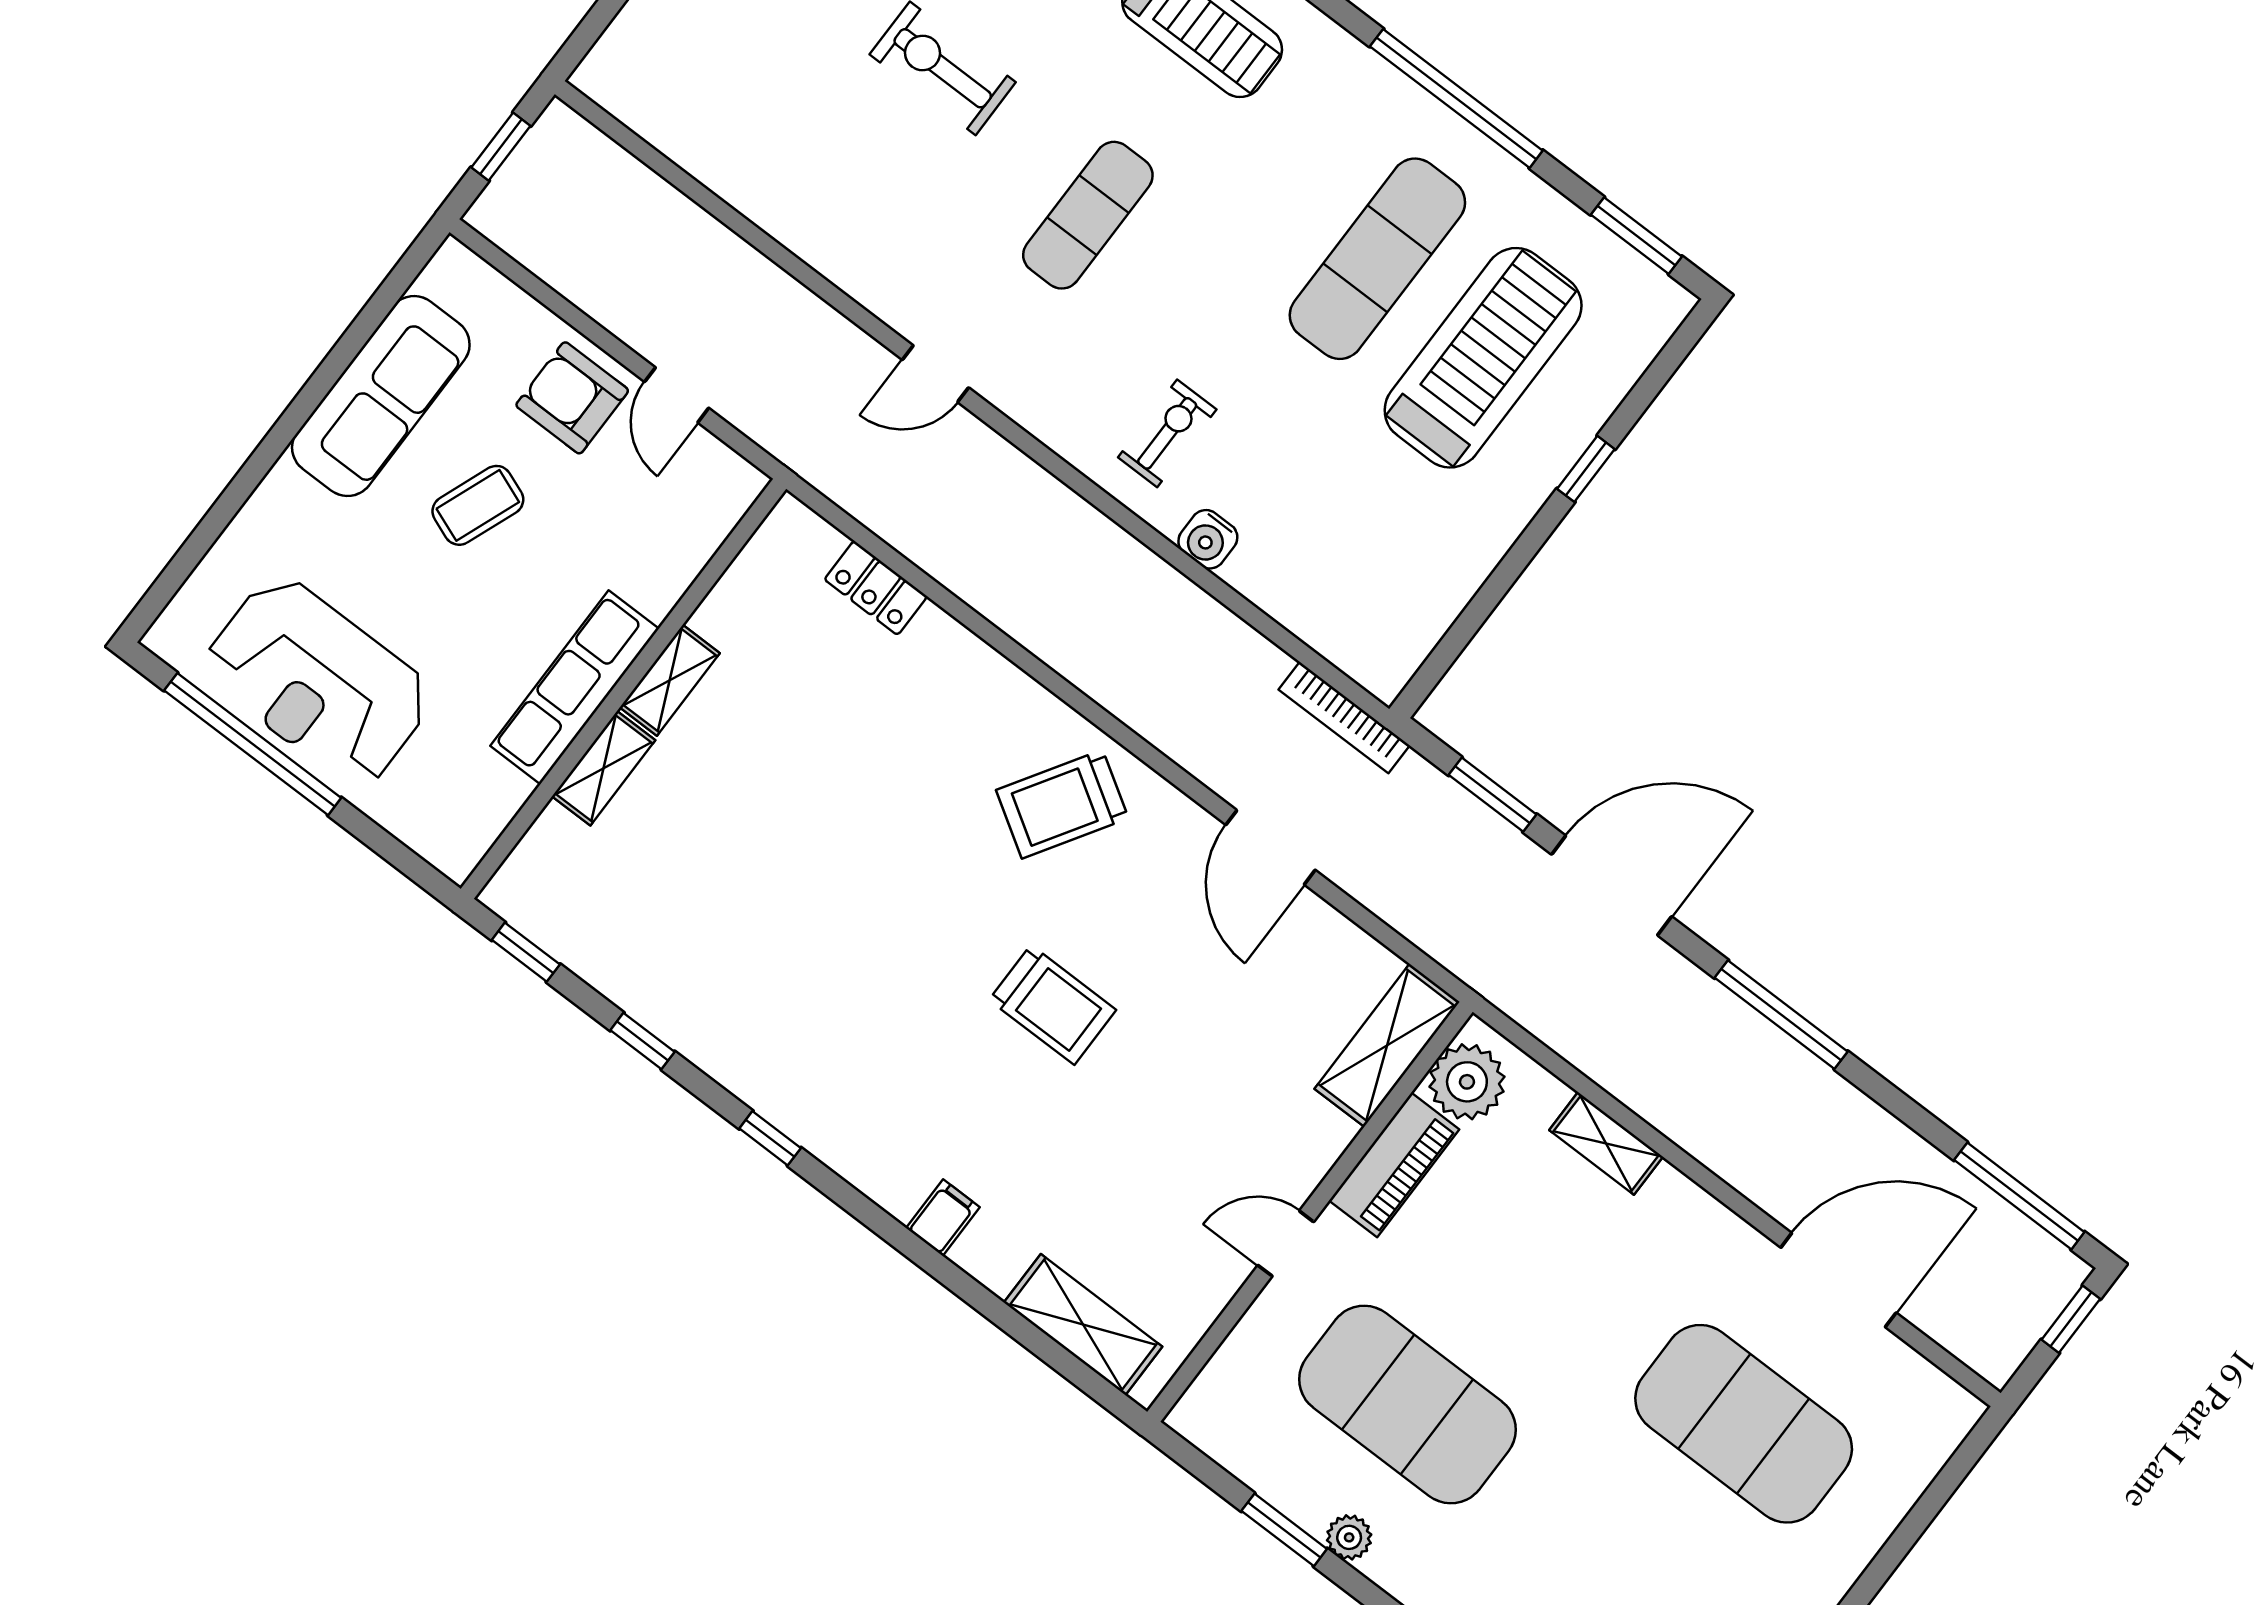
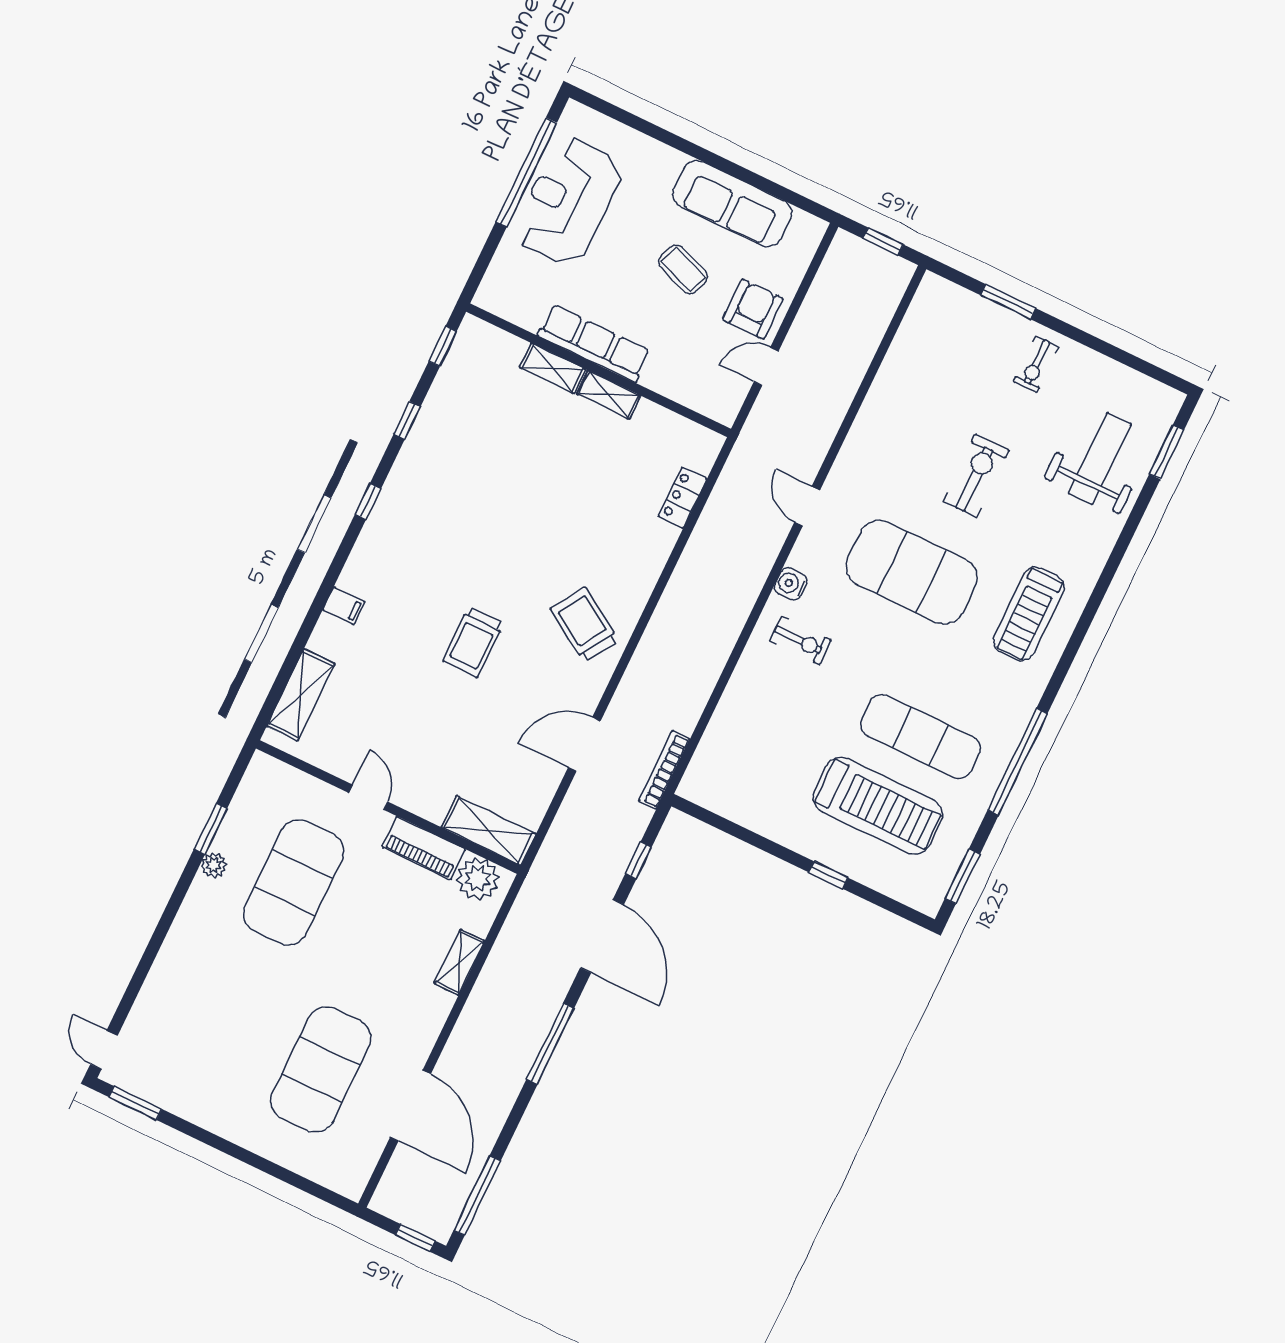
exercise mat: (1088, 215) -> (912, 572), width x2.00, depth x1.45
water cooler: (1208, 539) -> (791, 584), moved
window: (1493, 795) -> (638, 860), width x0.67

